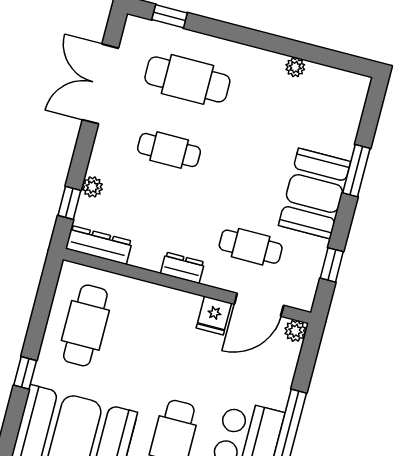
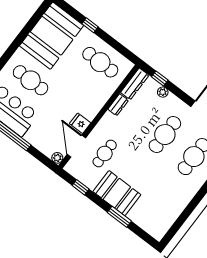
plant: (295, 67) -> (179, 209), removed
cafe table: (169, 150) -> (165, 135), width x1.37, depth x1.35
dresser: (182, 268) -> (118, 105), moved

